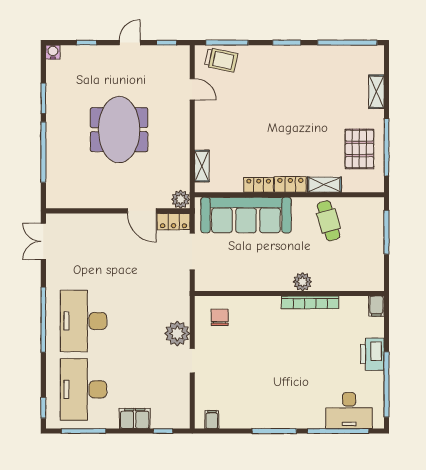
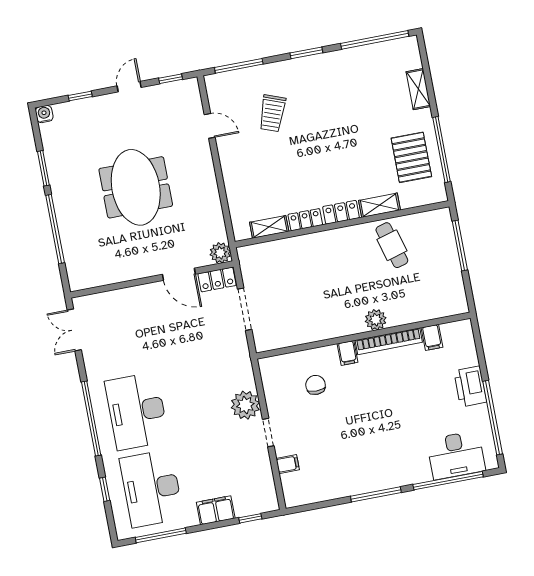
trolley: (221, 60) -> (272, 113), moved, turned 98
shelving: (202, 166) -> (269, 227), moved, turned 90
sofa: (246, 215) -> (297, 256), removed
filing cabinet: (273, 306) -> (348, 353), added
filing cabinet: (376, 306) -> (432, 337), moved
chair: (220, 317) -> (316, 385), moved
window: (43, 408) -> (105, 489), moved
filing cabinet: (212, 420) -> (288, 464), moved, turned 90

